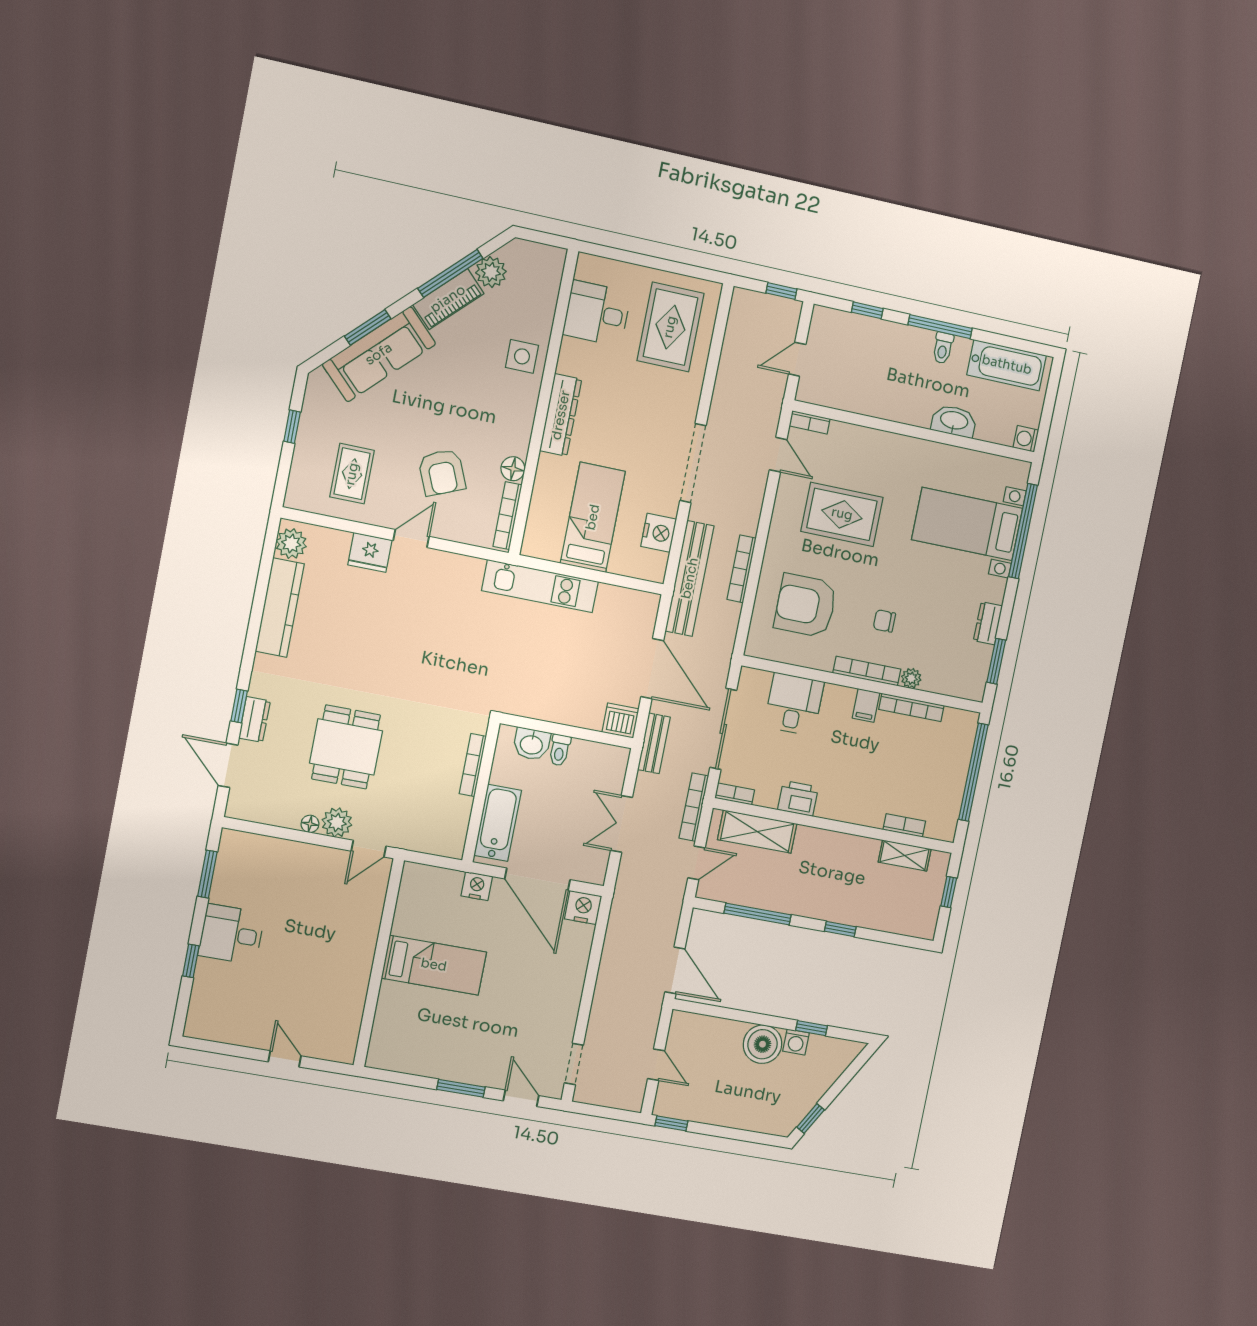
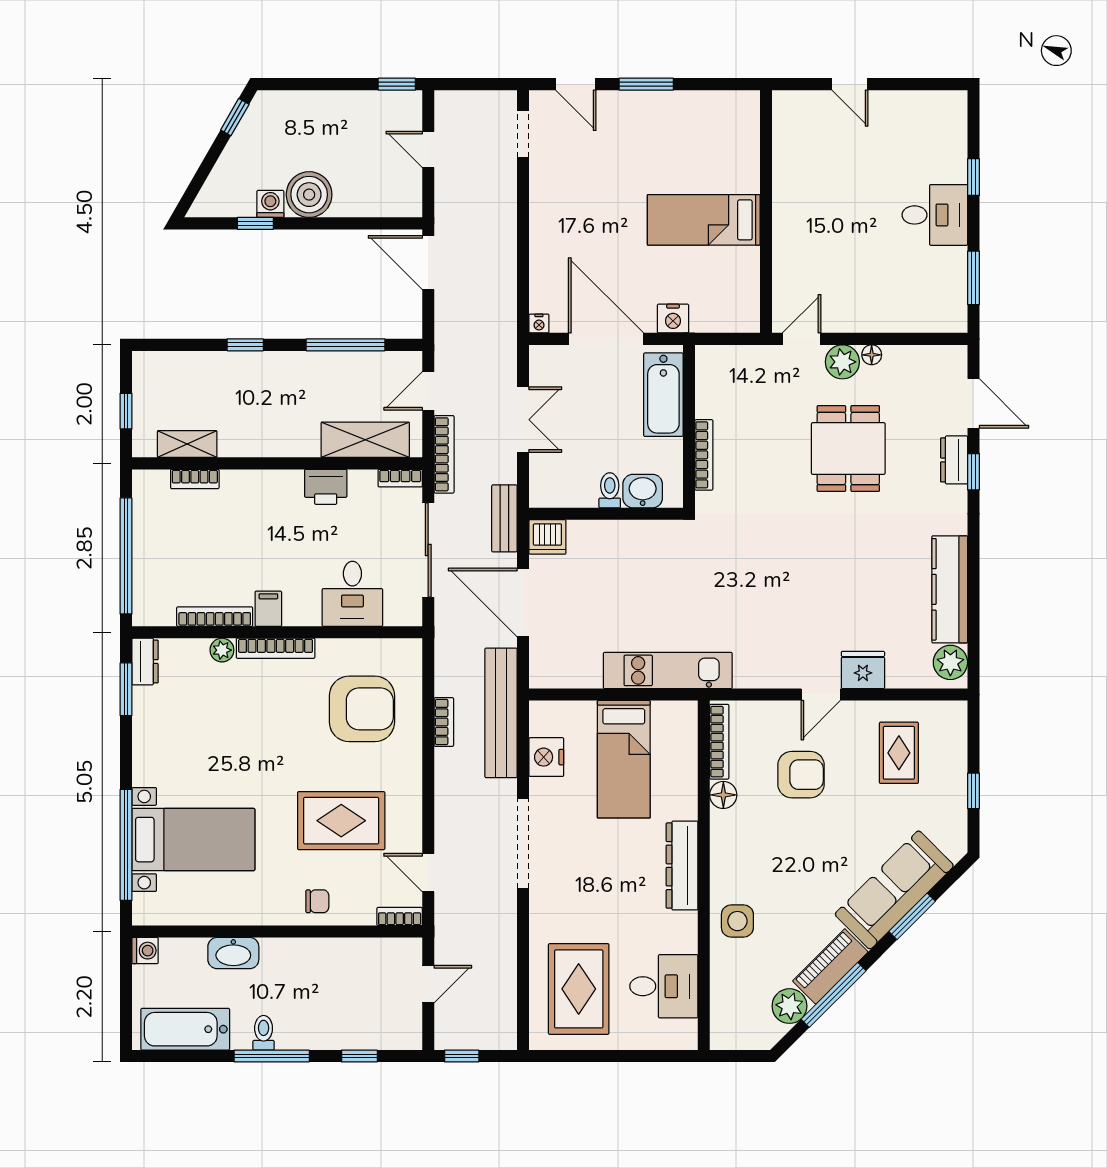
armchair: (442, 472) -> (801, 775), turned 113
bookcase: (742, 569) -> (444, 722), width x0.64
chair: (884, 621) -> (317, 901), moved
dresser: (988, 623) -> (145, 662), moved
nightstand: (583, 907) -> (539, 324), width x0.53, depth x0.56

